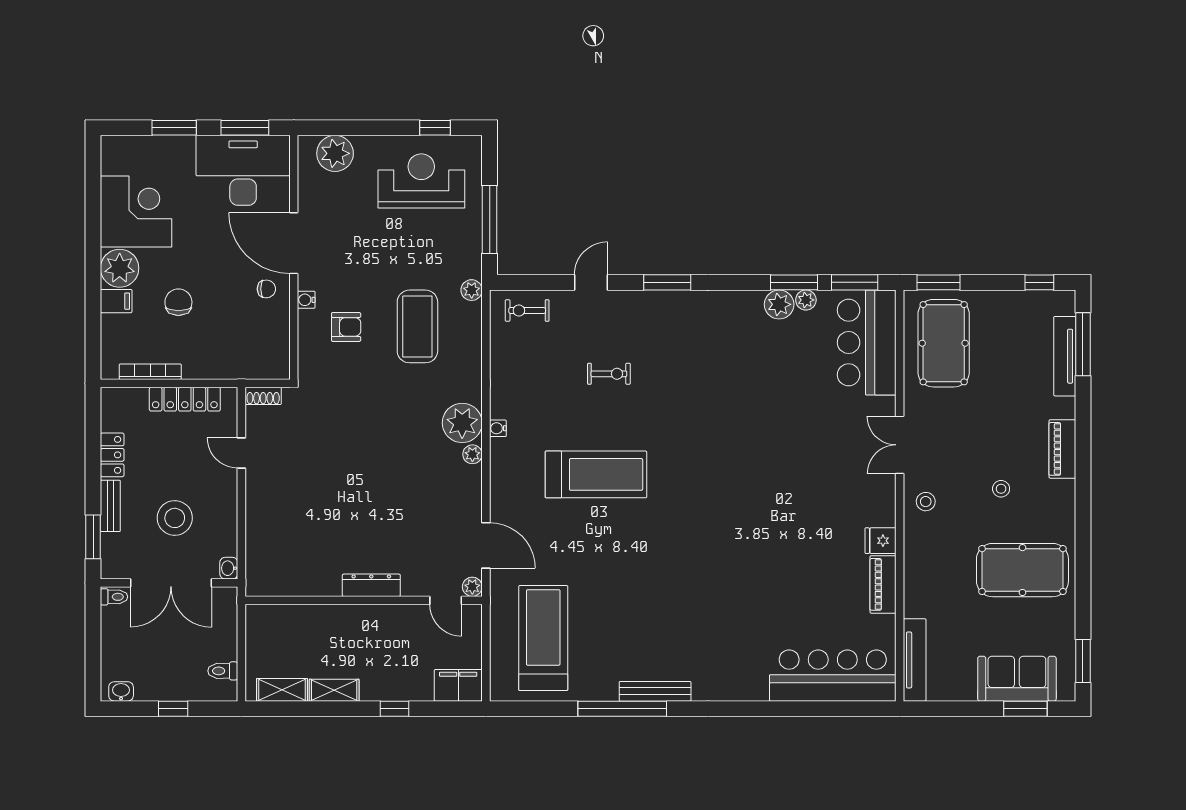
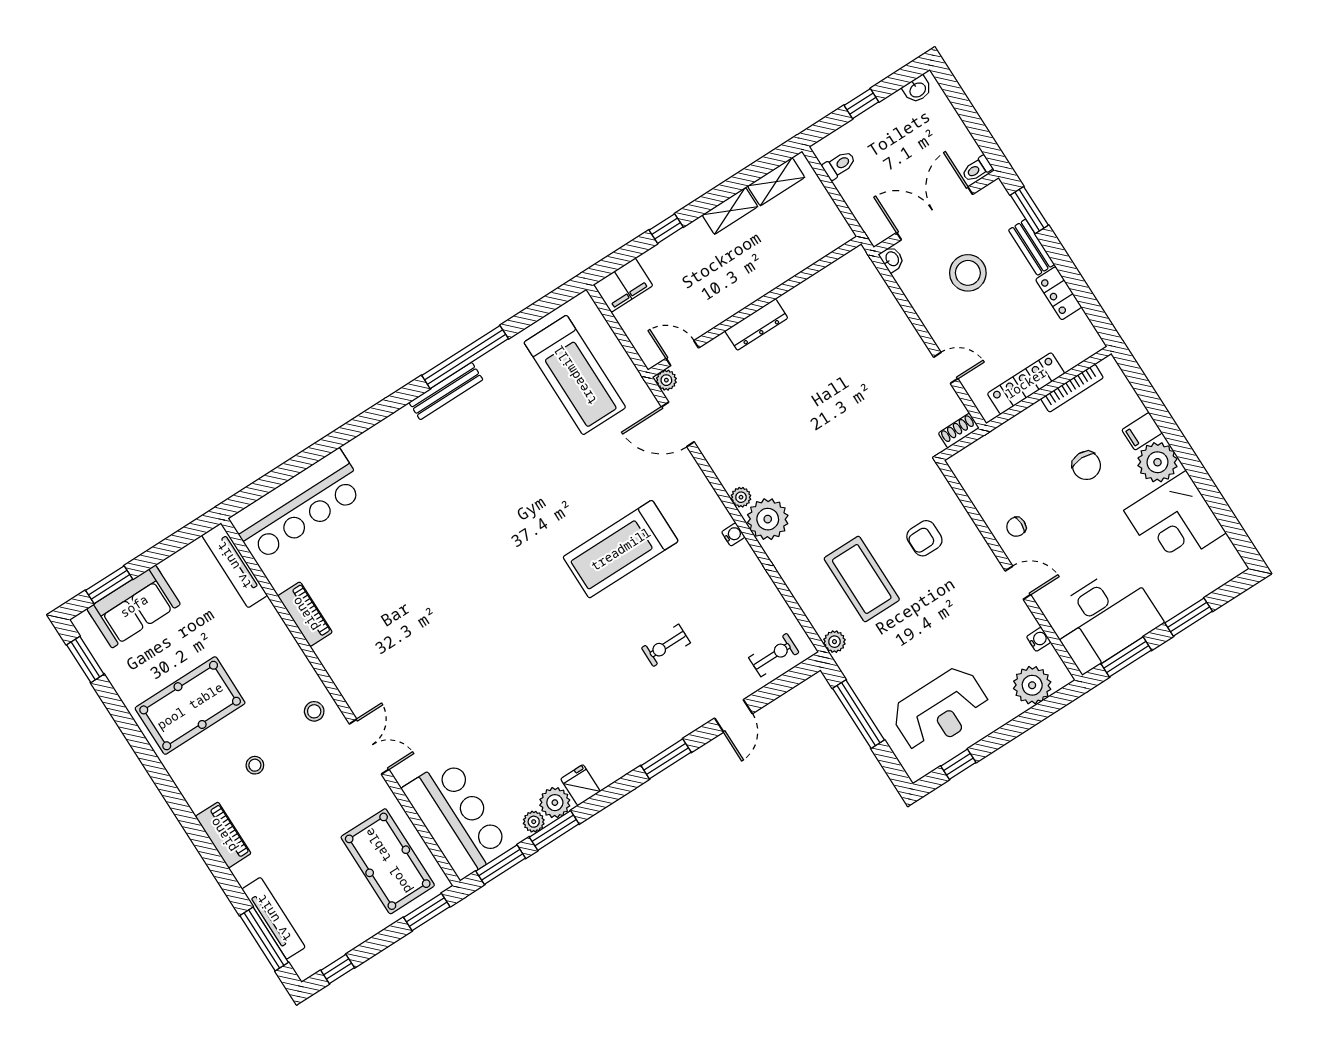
door: (294, 243) -> (1018, 583), width x0.53
water cooler: (306, 300) -> (1039, 639), moved
fridge: (881, 541) -> (580, 785), moved, turned -90

